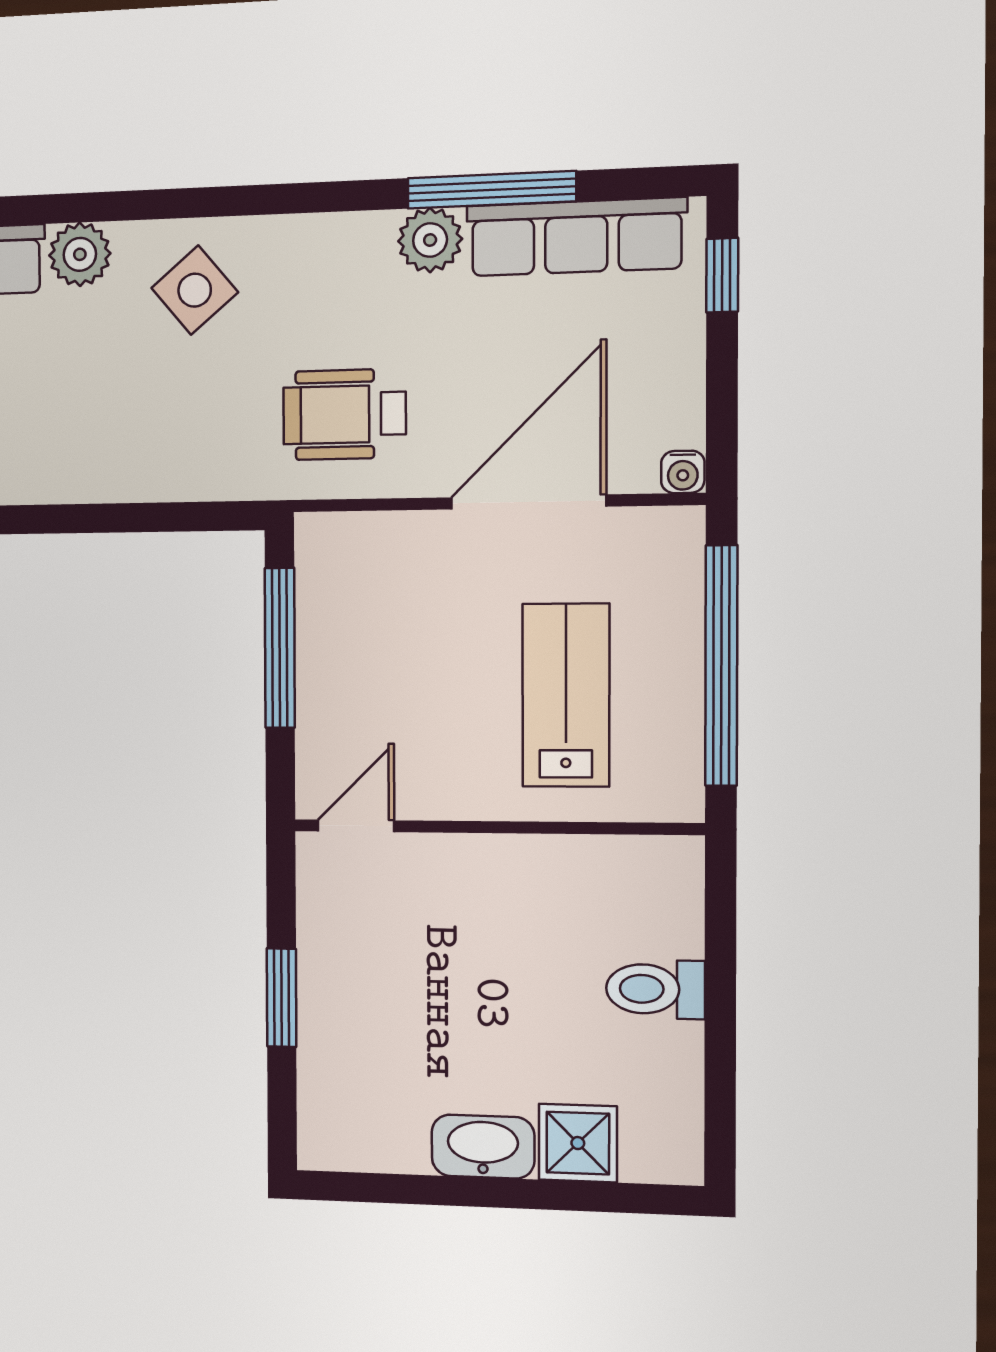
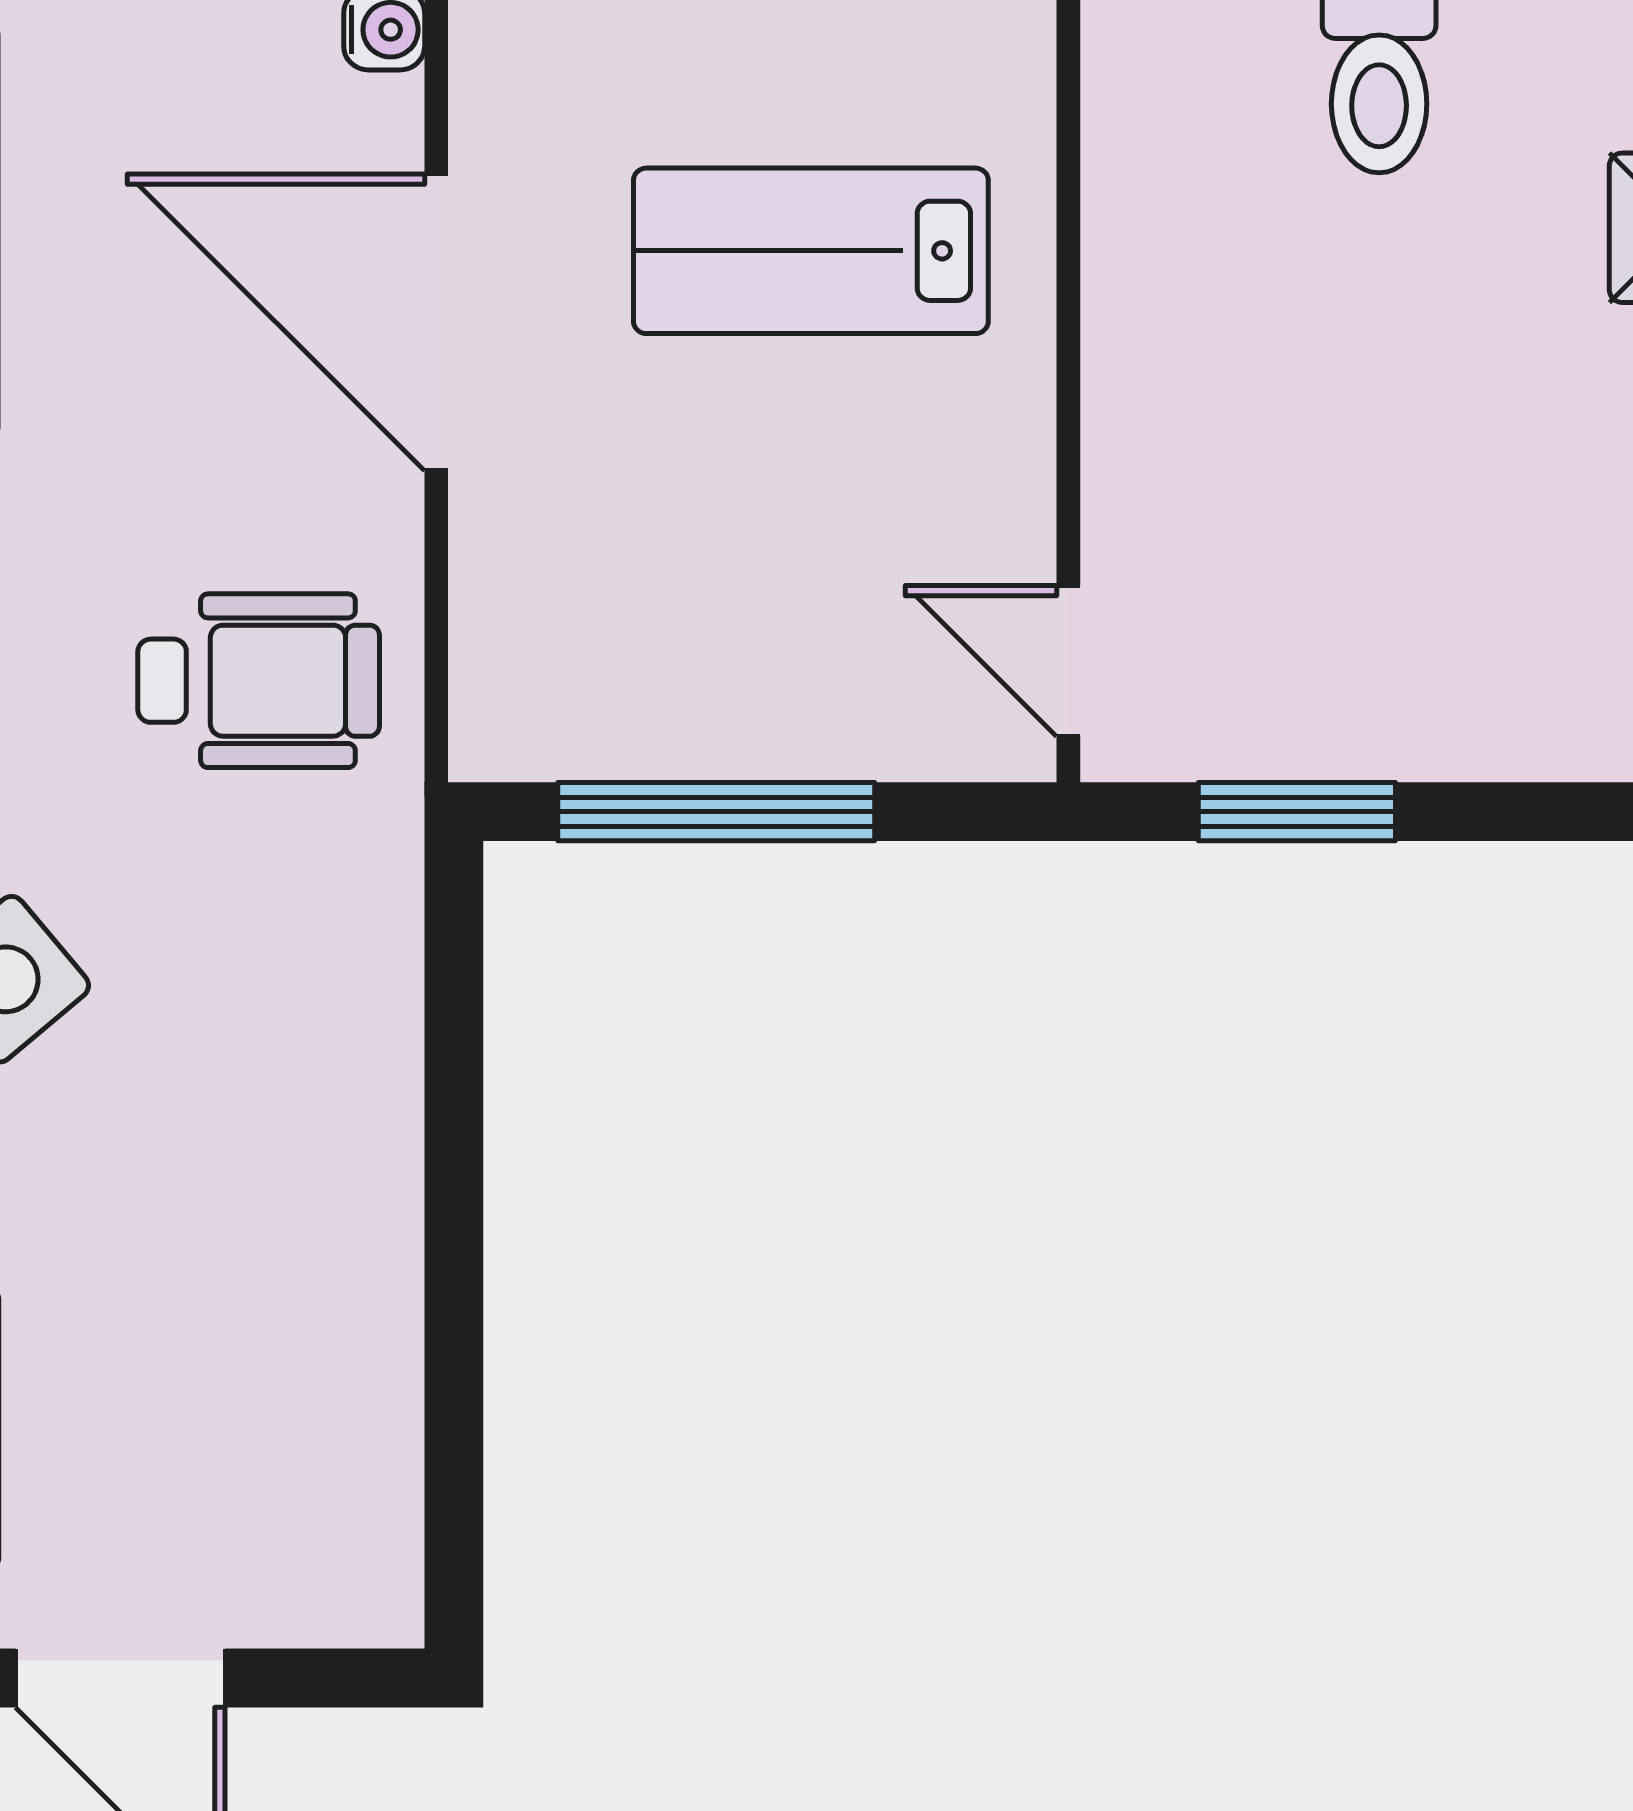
wheelchair: (344, 414) -> (259, 681), turned -90
window: (281, 998) -> (1297, 812), moved

